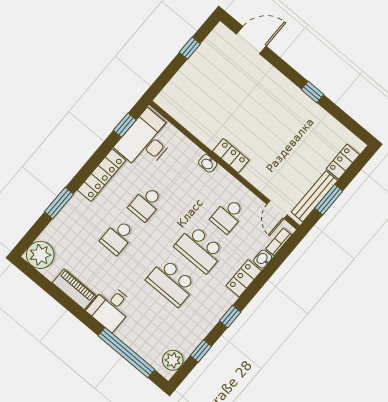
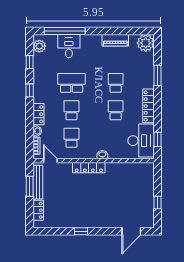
locker: (231, 156) -> (89, 168), width x1.53
school desk: (200, 249) -> (72, 110), width x0.54
desk: (111, 308) -> (69, 46), moved

